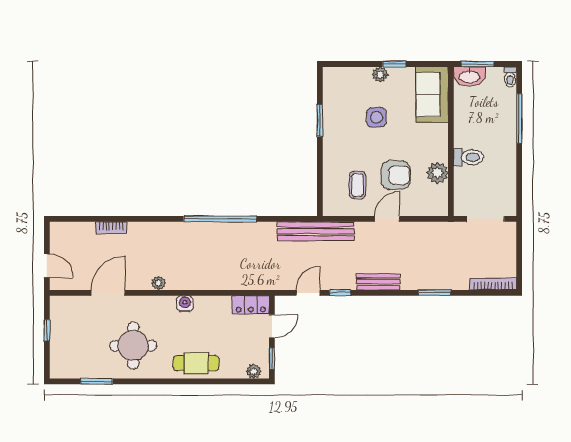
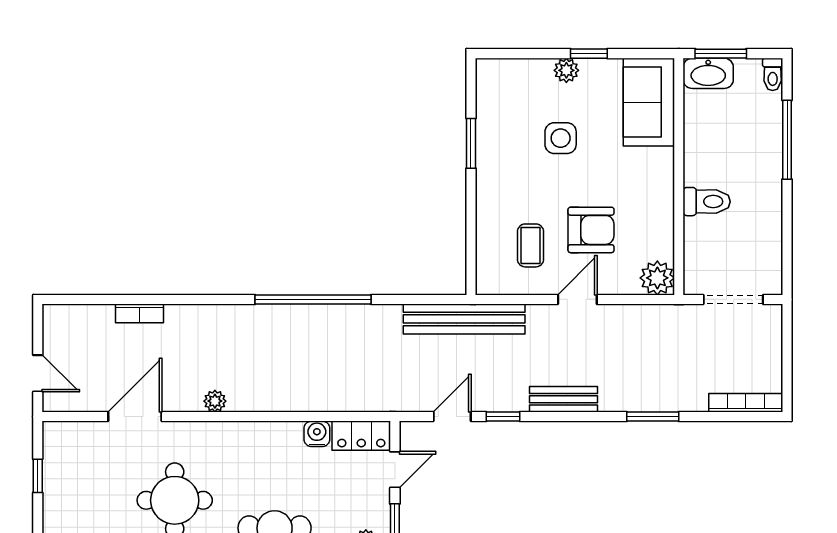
plant: (437, 173) -> (657, 278), moved
water cooler: (185, 304) -> (317, 434), moved

